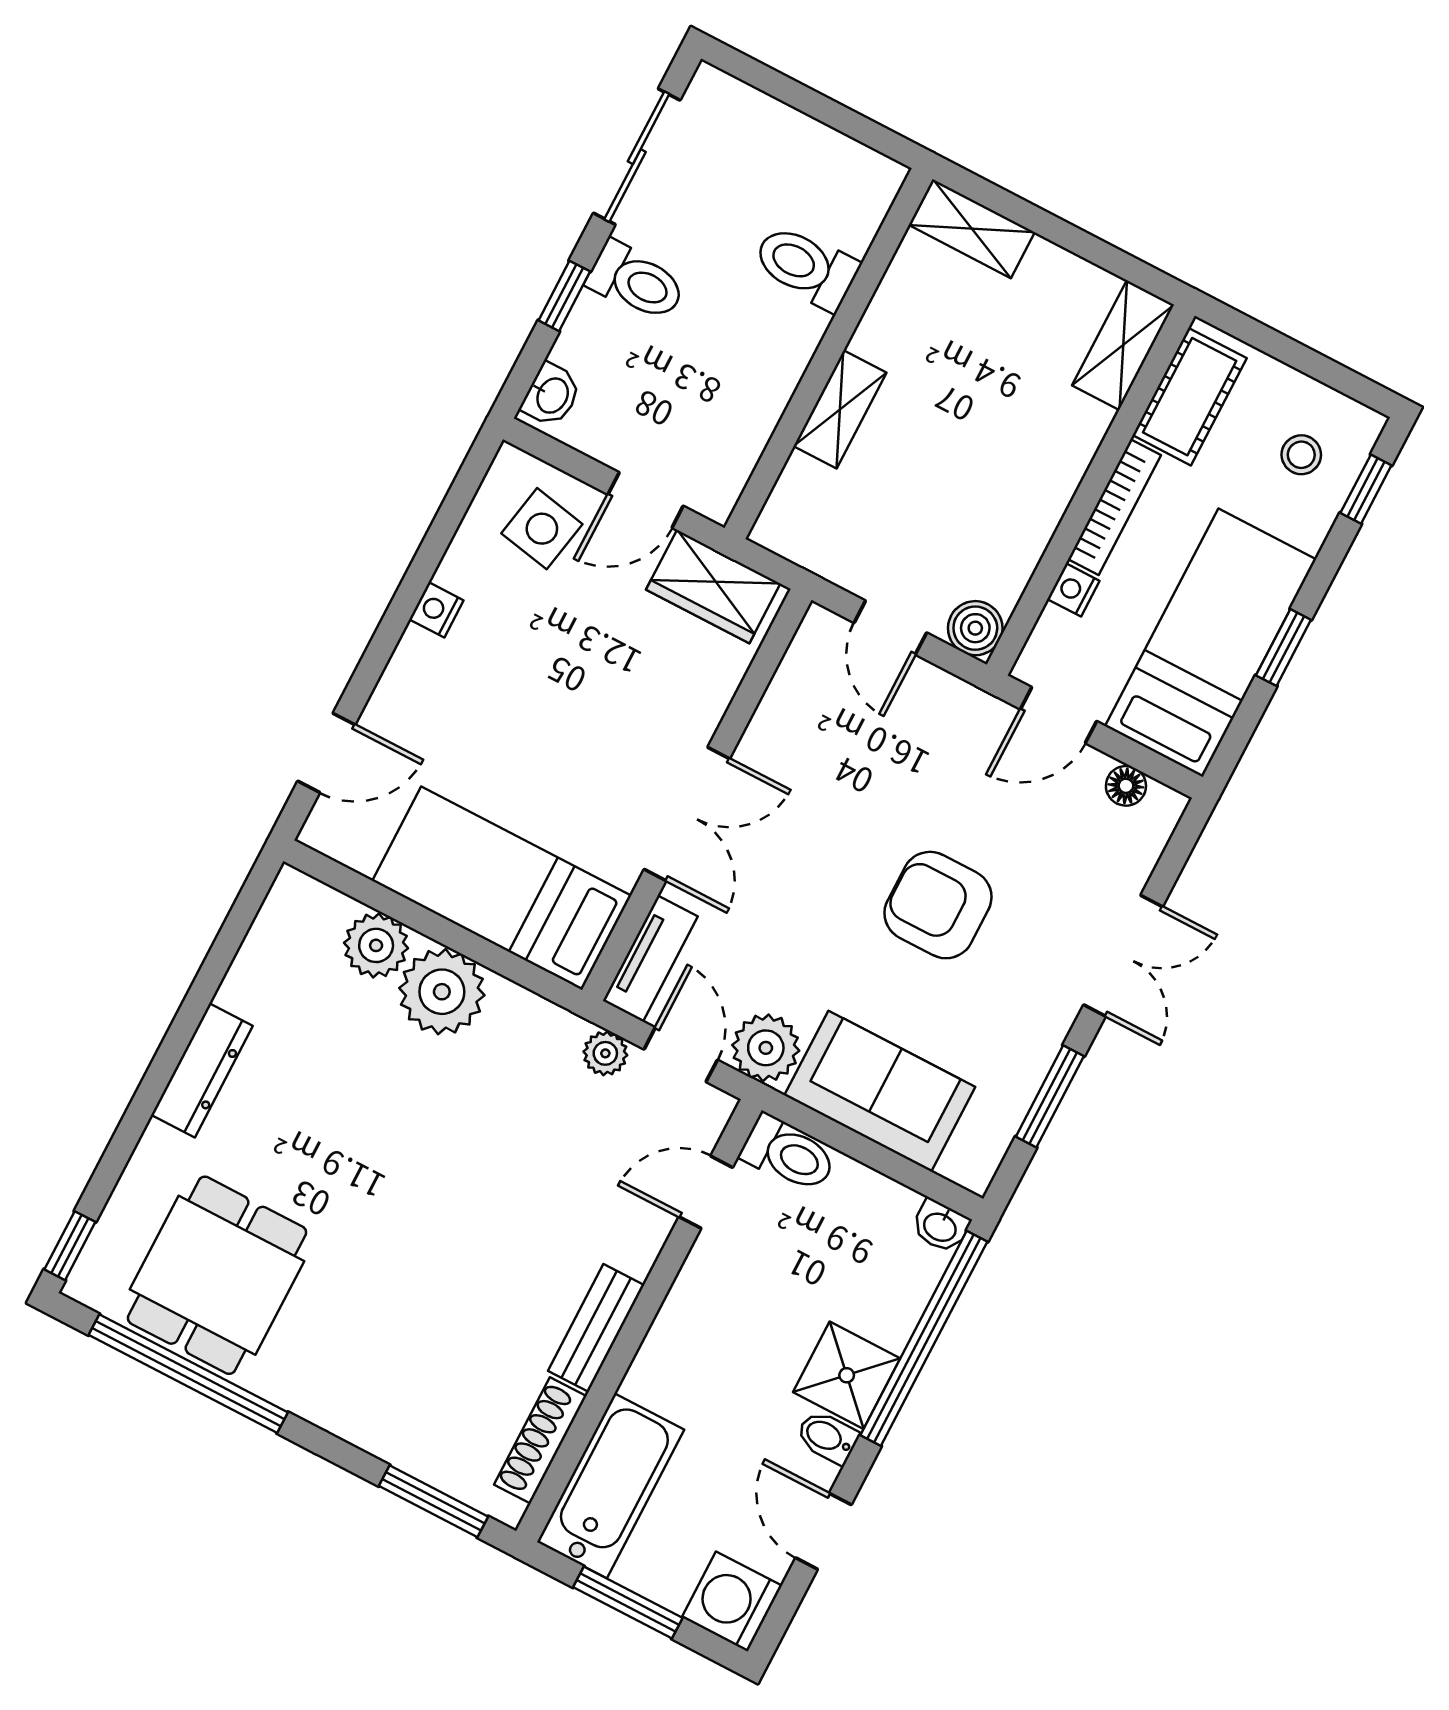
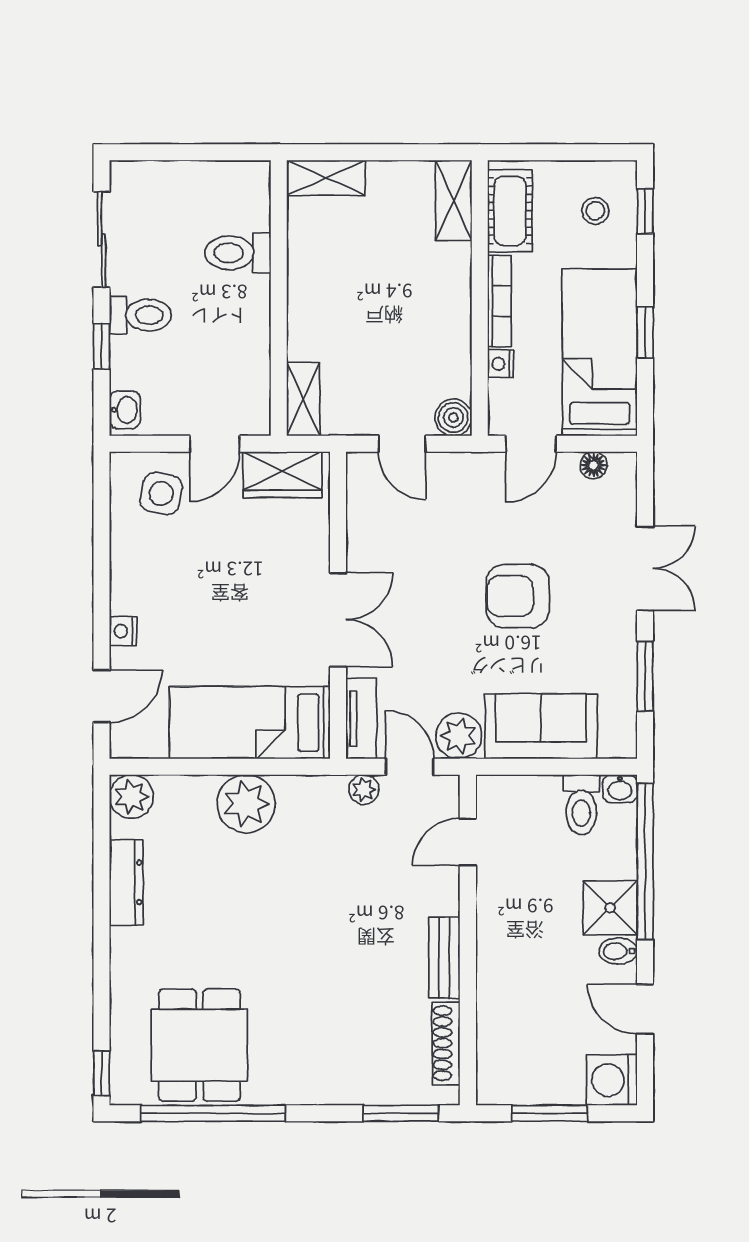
shelving: (840, 409) -> (303, 399), moved
nightstand: (436, 610) -> (123, 631), moved
plant: (376, 945) -> (131, 797), moved
dresser: (202, 1070) -> (126, 882), moved
toilet: (788, 1154) -> (581, 805), moved, turned 90
bathtub: (611, 1486) -> (503, 1048), removed

